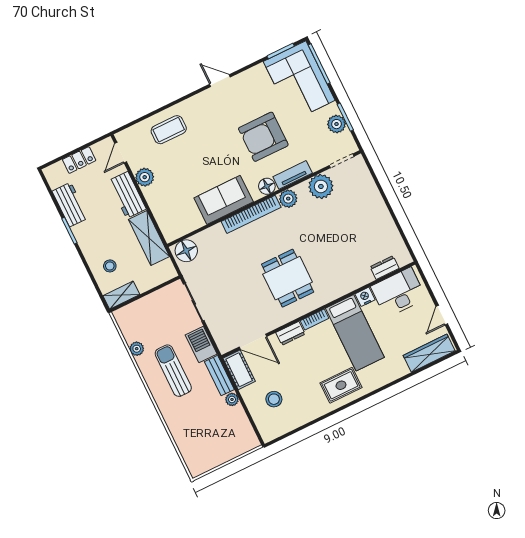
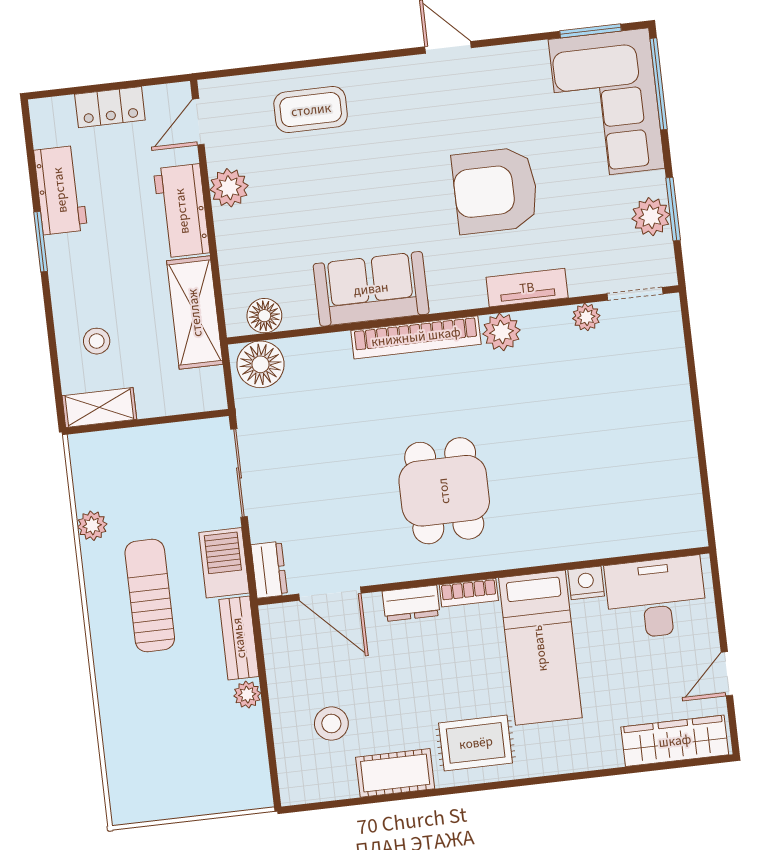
floor lamp: (267, 186) -> (264, 316), moved
plant: (321, 186) -> (586, 317), width x0.53, depth x0.53
dresser: (385, 268) -> (269, 570), moved, turned 90
cot: (239, 370) -> (395, 773), moved, turned 90

